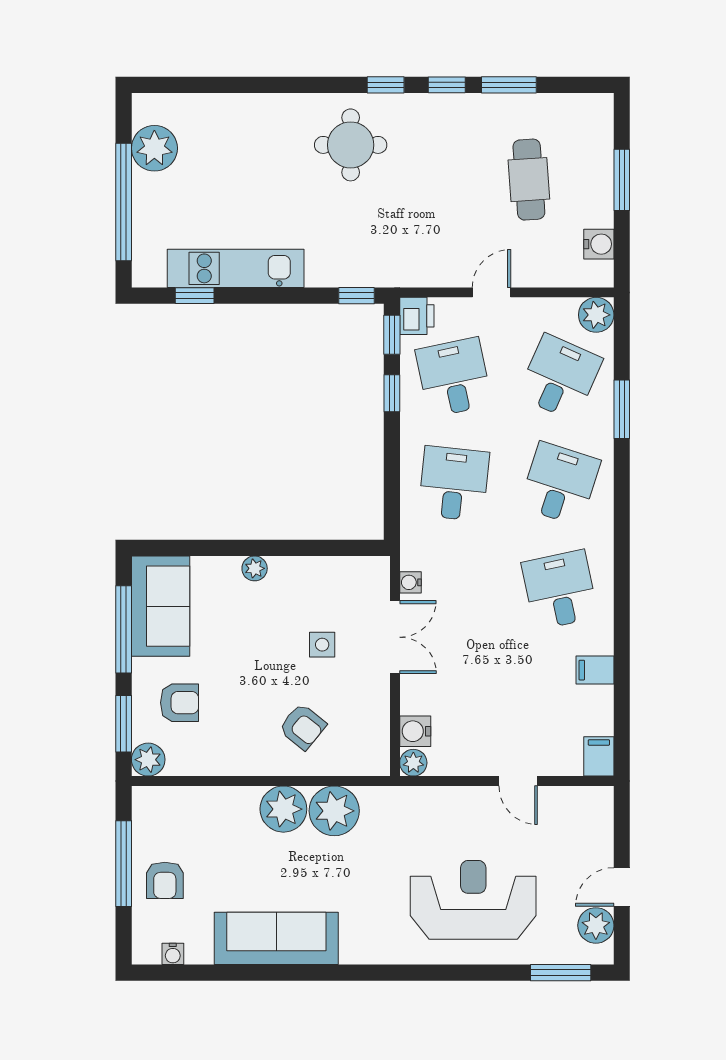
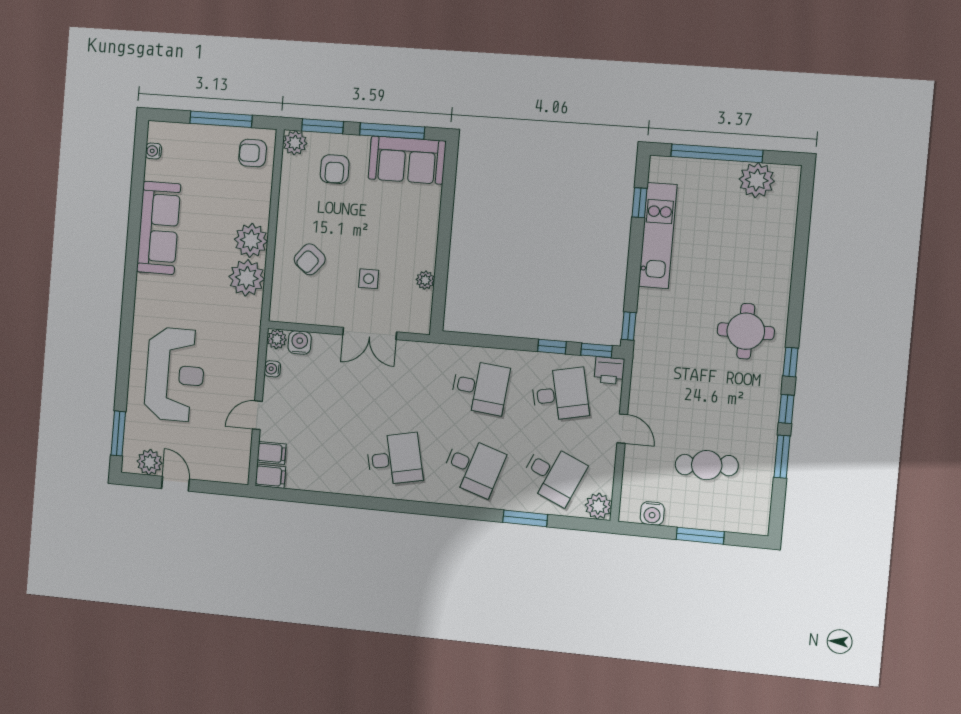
plant: (255, 568) -> (425, 280), moved
water cooler: (411, 582) -> (272, 369), moved, turned -90
filing cabinet: (595, 670) -> (272, 453), moved, turned 90
armchair: (165, 880) -> (253, 153), moved

